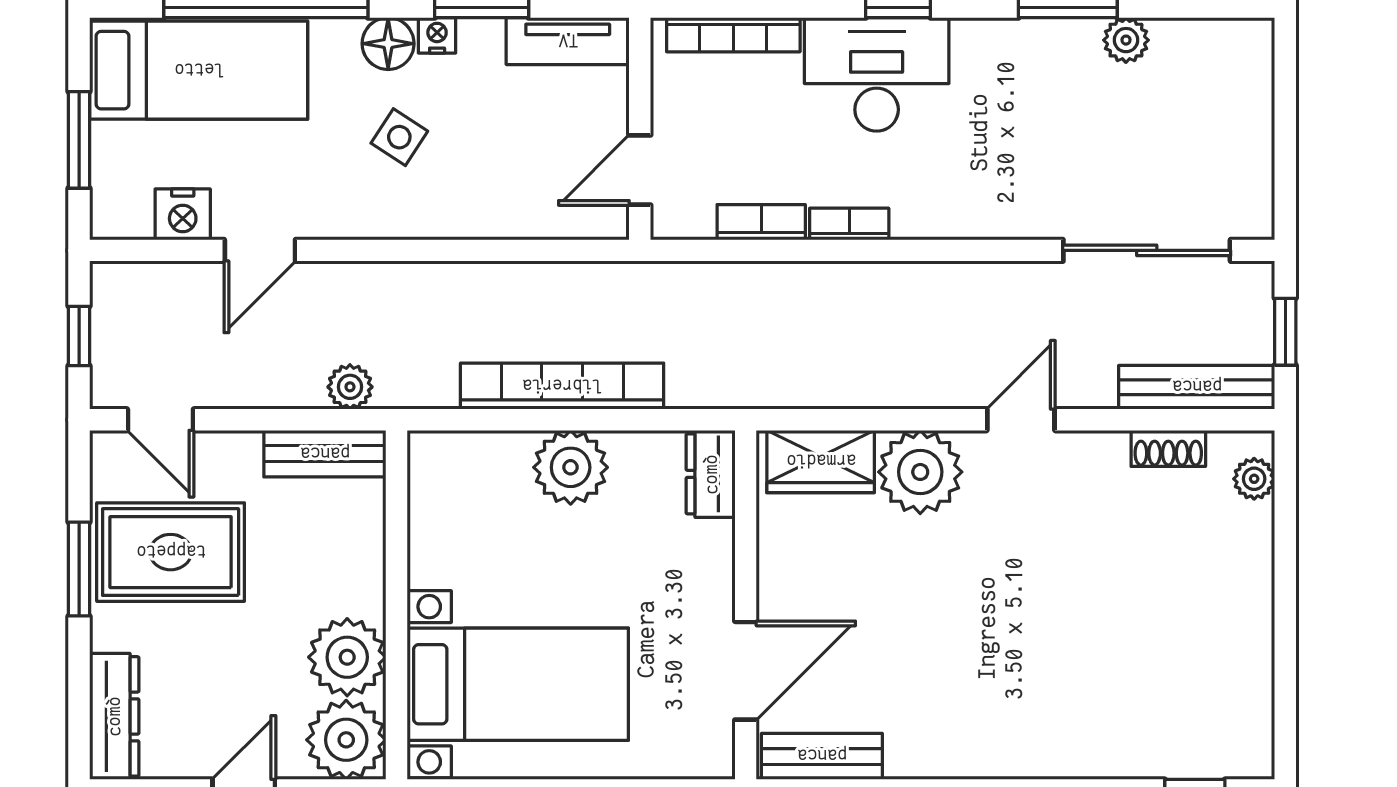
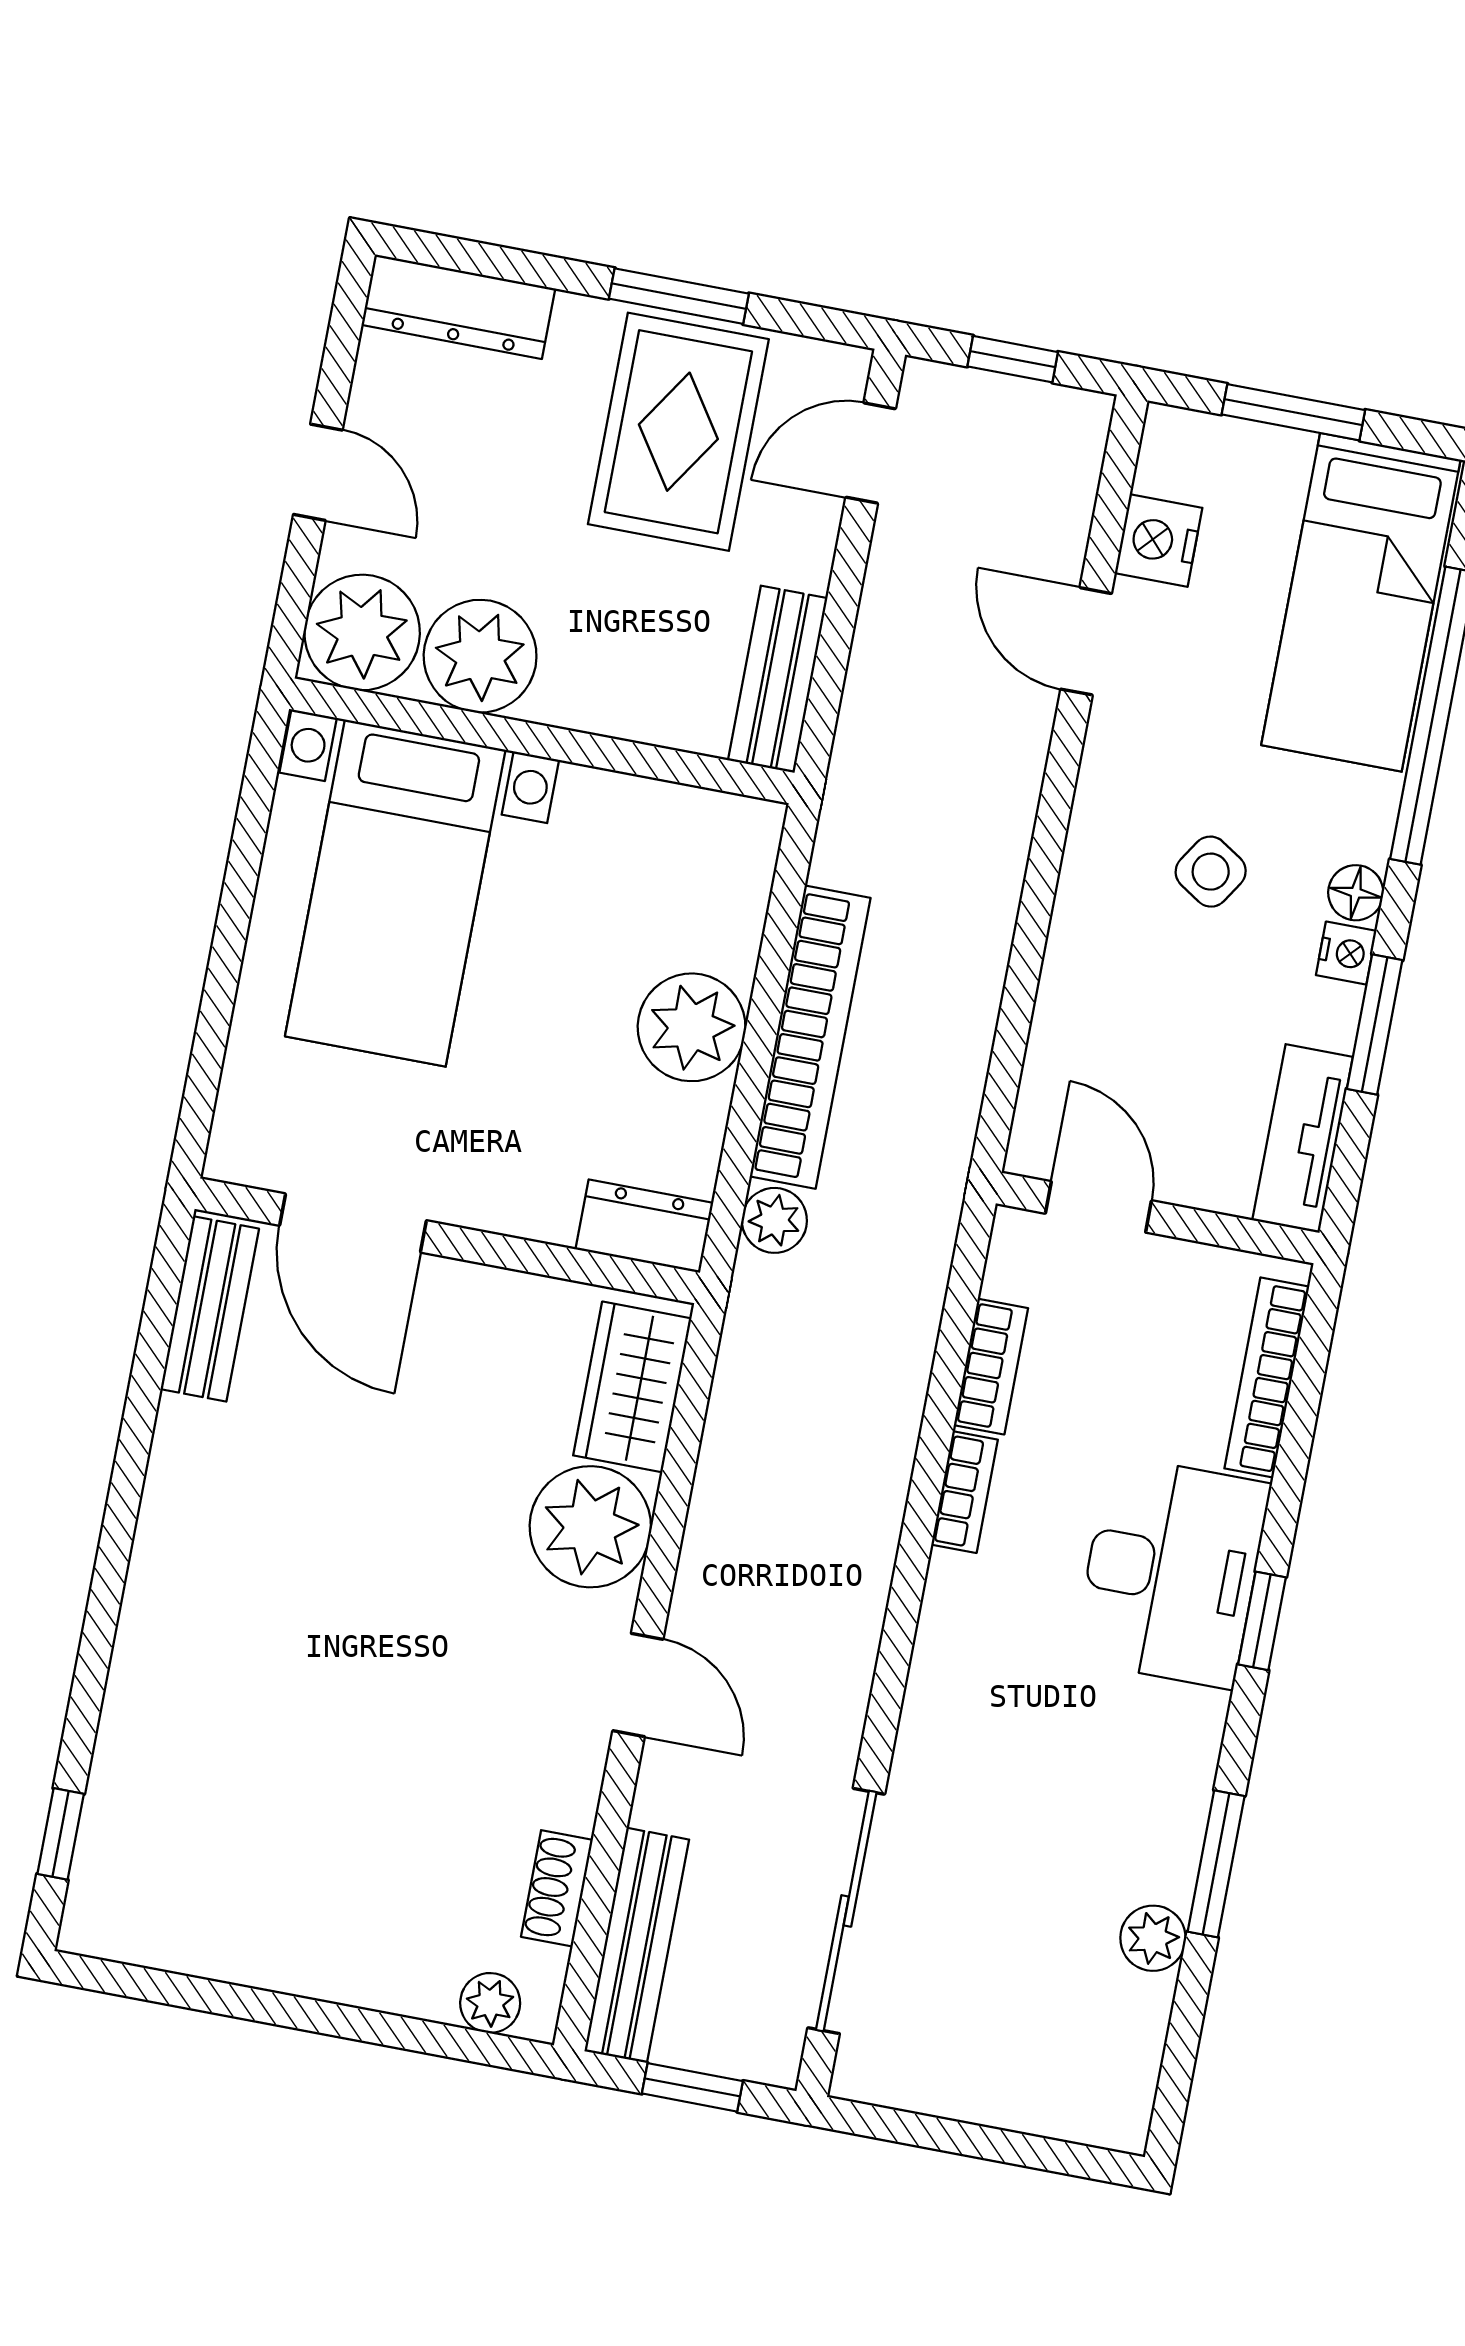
floor lamp: (388, 44) -> (1356, 893), width x0.73, depth x0.73
plant: (350, 387) -> (774, 1220), moved

